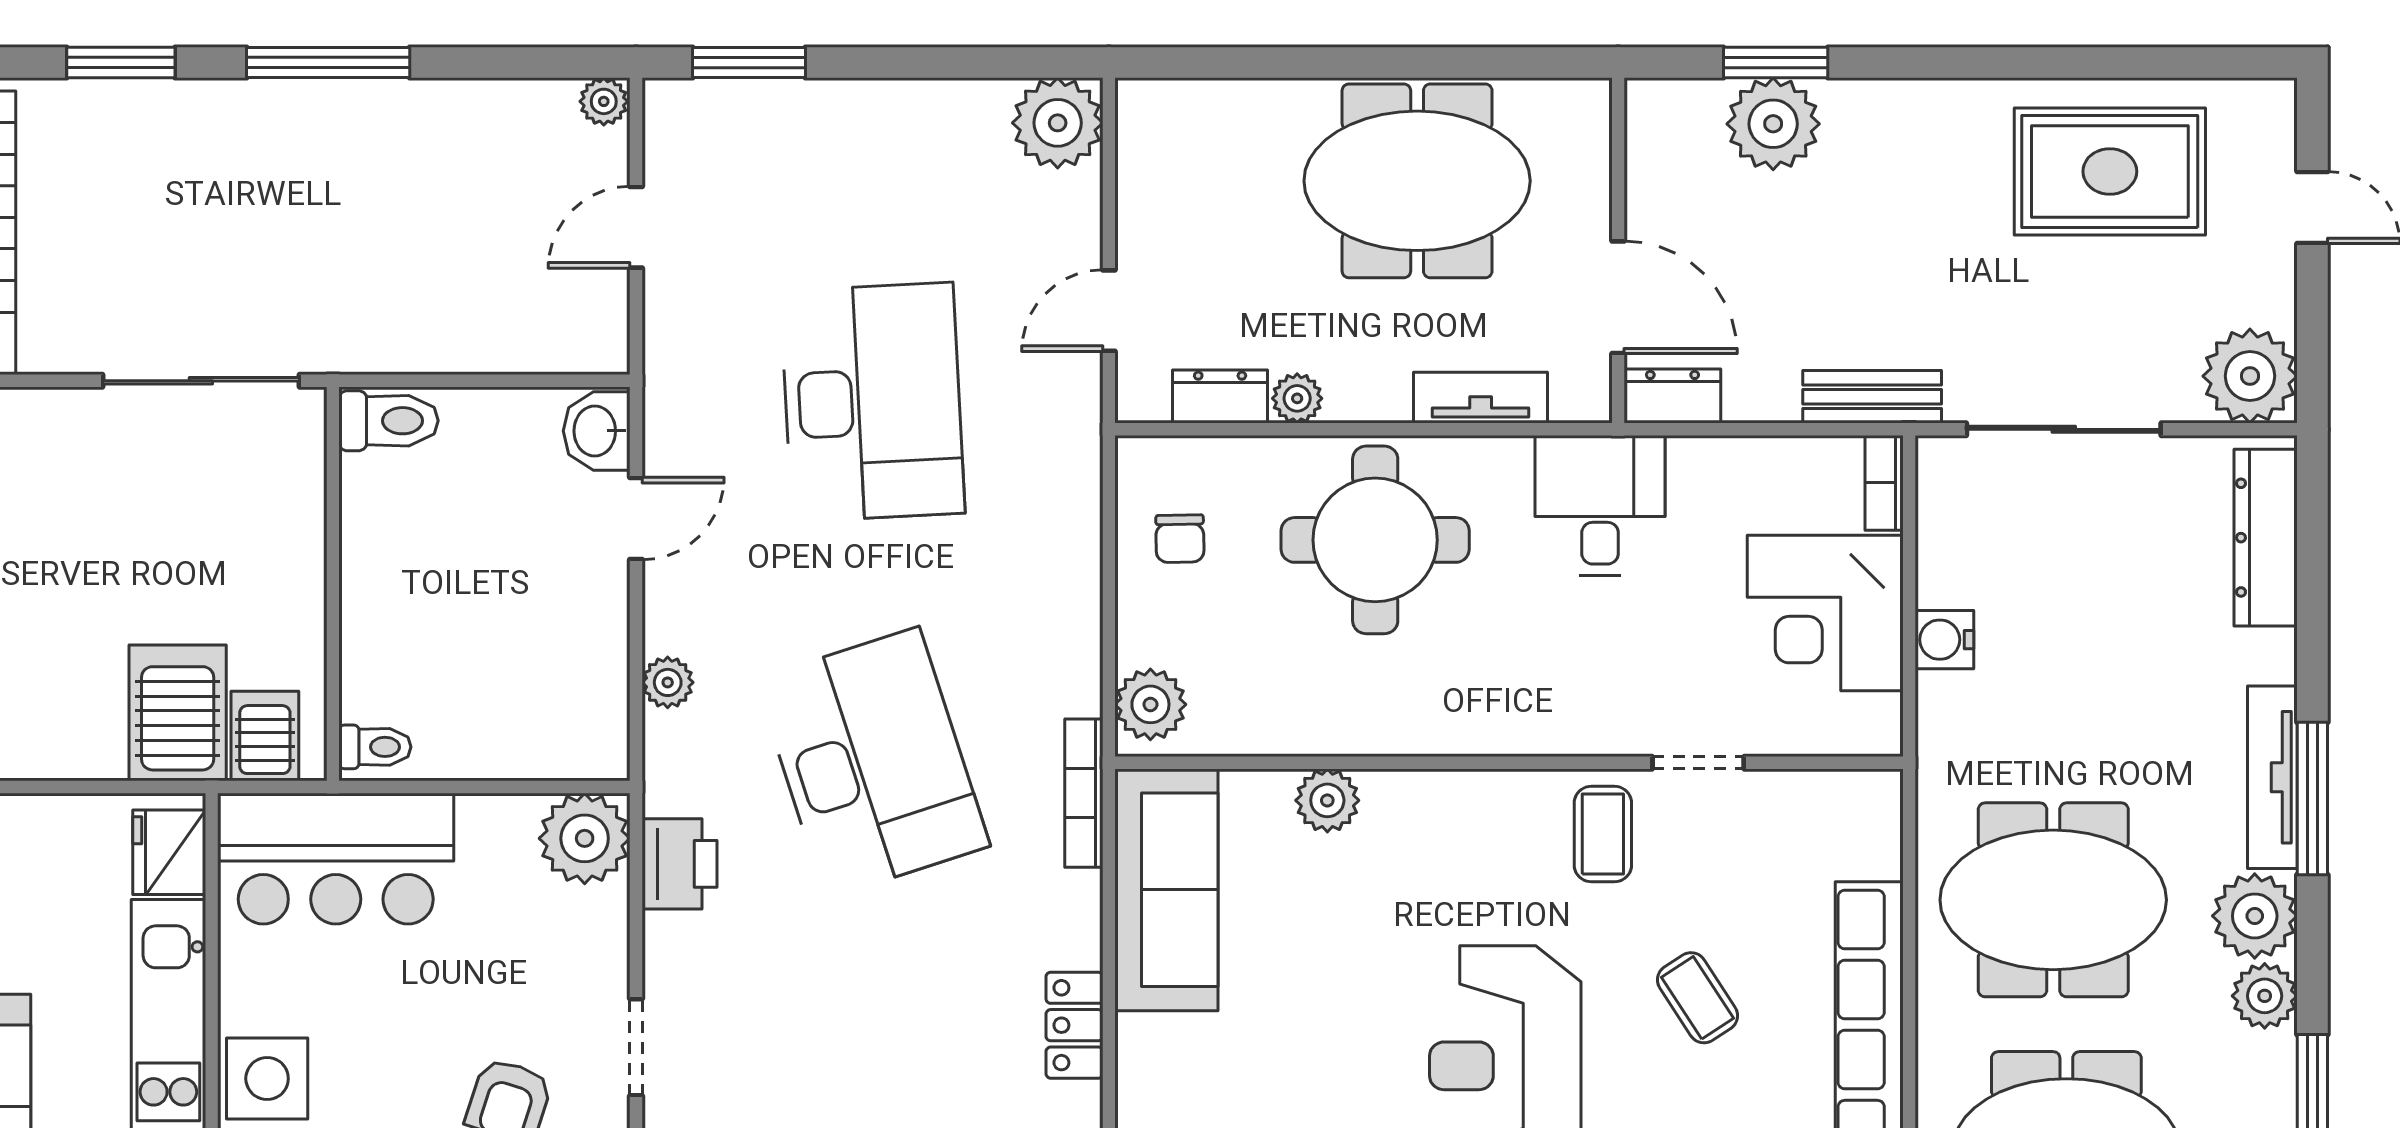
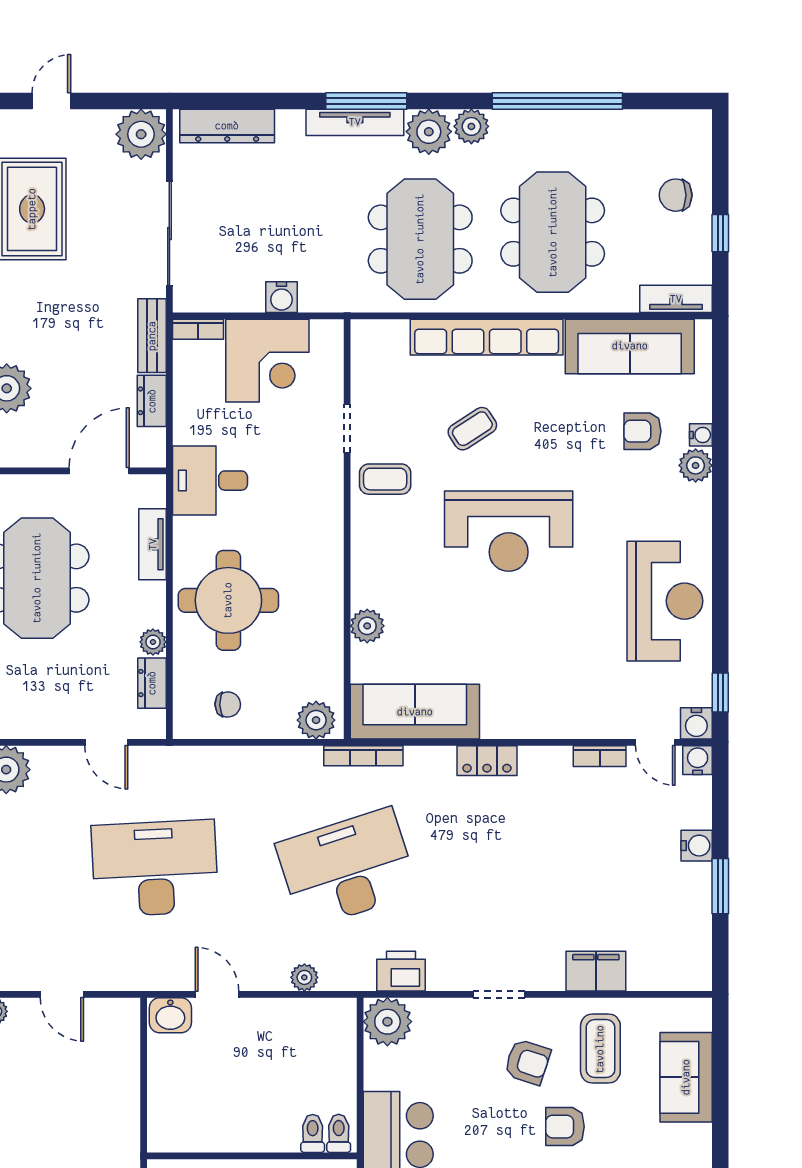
dresser: (1672, 396) -> (152, 401), moved
toilet: (389, 421) -> (313, 1134), moved, width x0.73, depth x0.72

